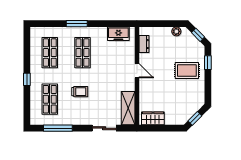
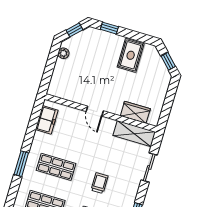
dresser: (144, 44) -> (67, 94), removed
rug: (187, 70) -> (131, 55), moved
door: (137, 71) -> (95, 111), swing flipped
wardrobe: (153, 118) -> (135, 112), moved, turned 90

